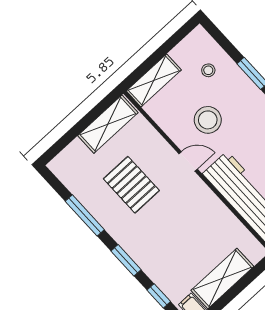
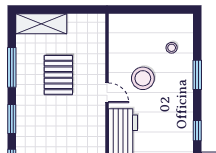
shelving: (154, 80) -> (132, 23), removed
shelving: (108, 124) -> (41, 24), moved

